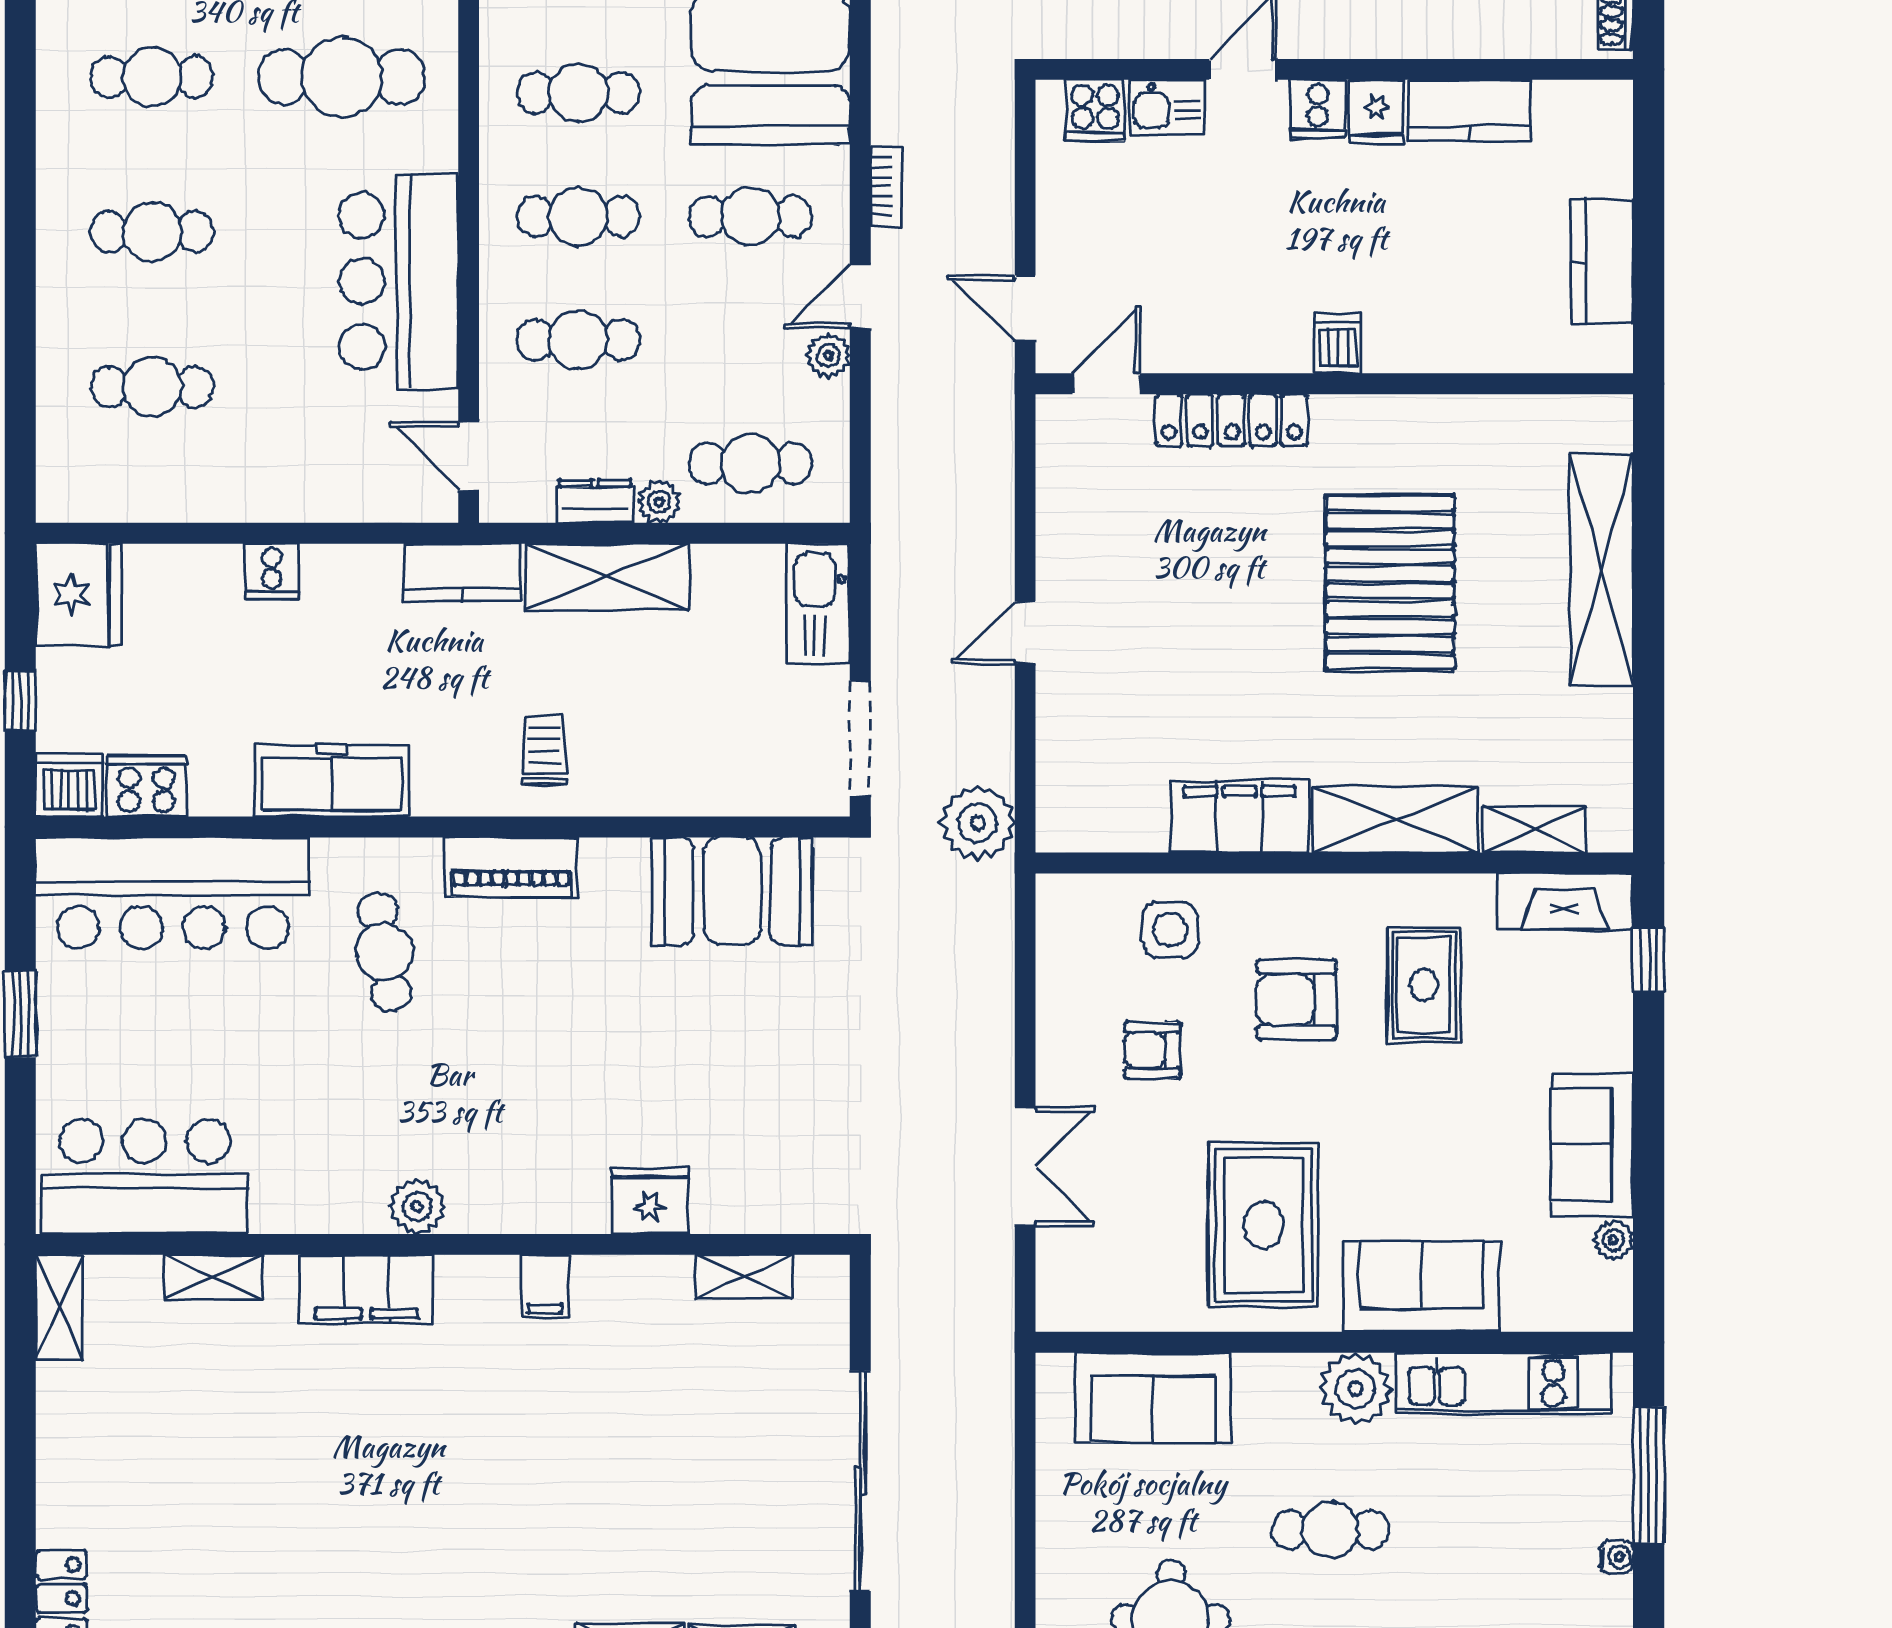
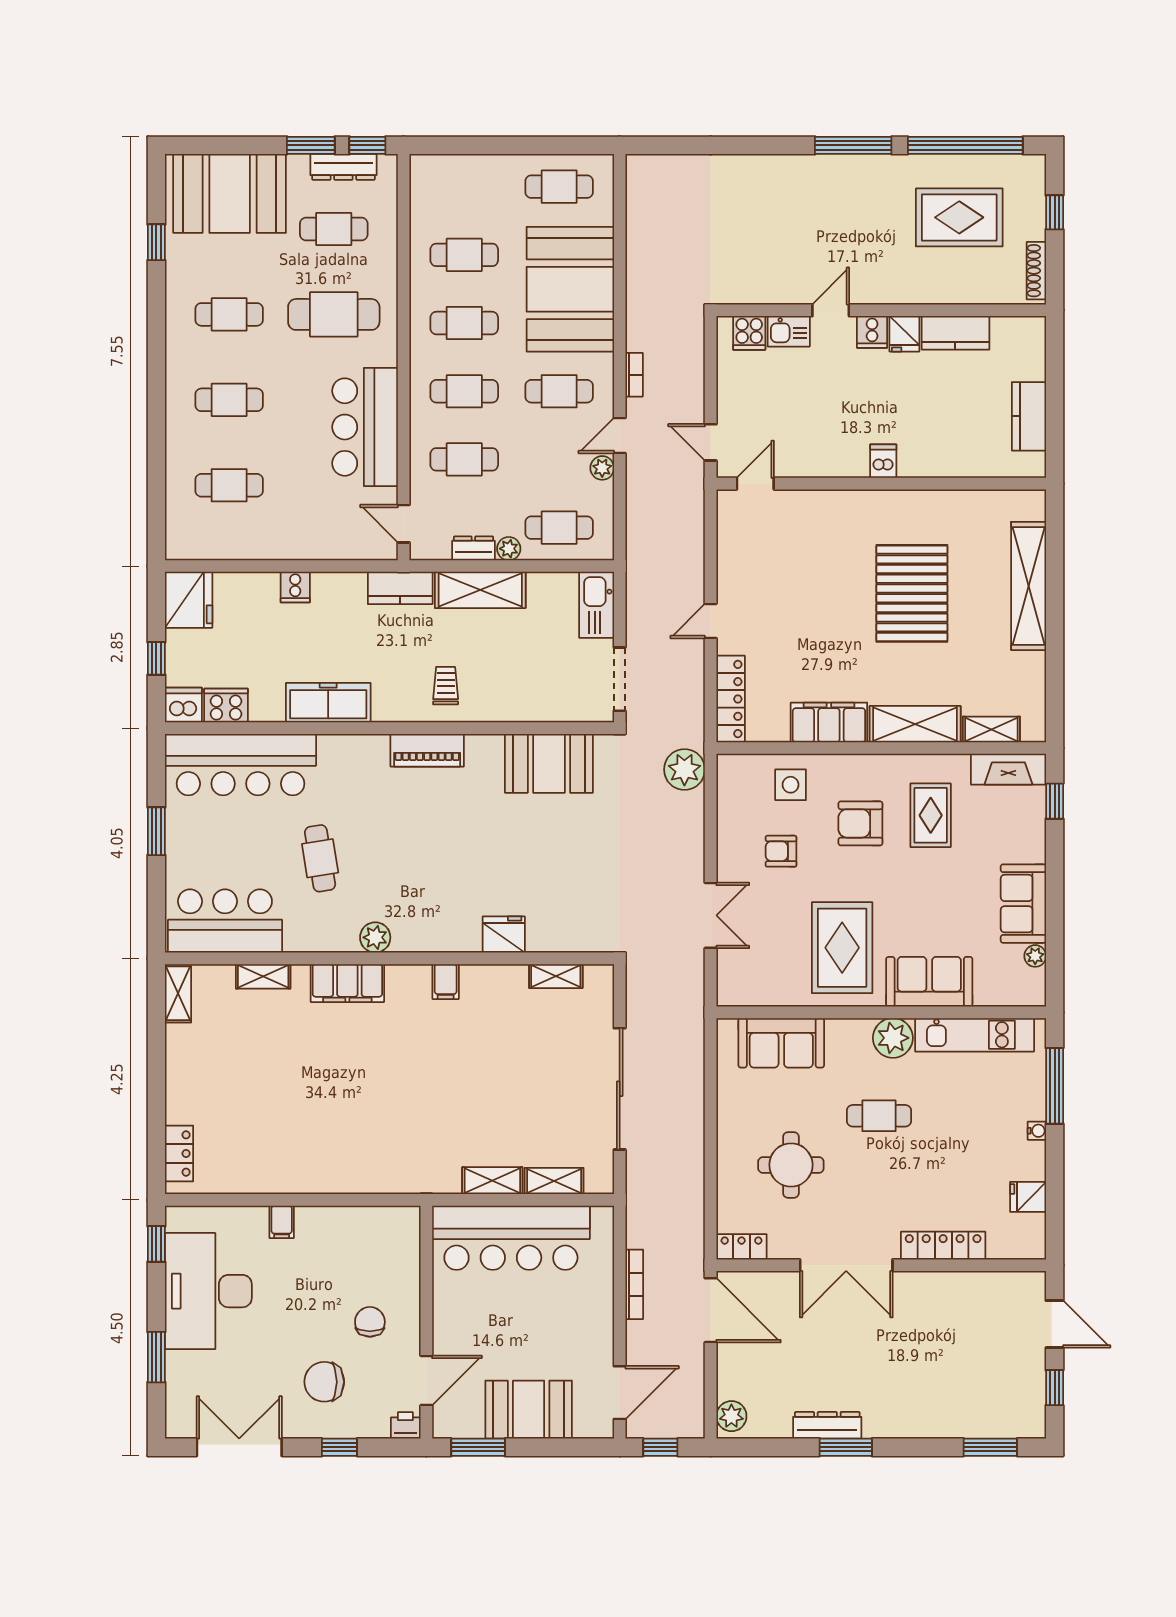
locker: (1232, 420) -> (731, 699), moved, turned -90
plant: (978, 823) -> (684, 769), moved
cafe table: (384, 952) -> (320, 858), moved

